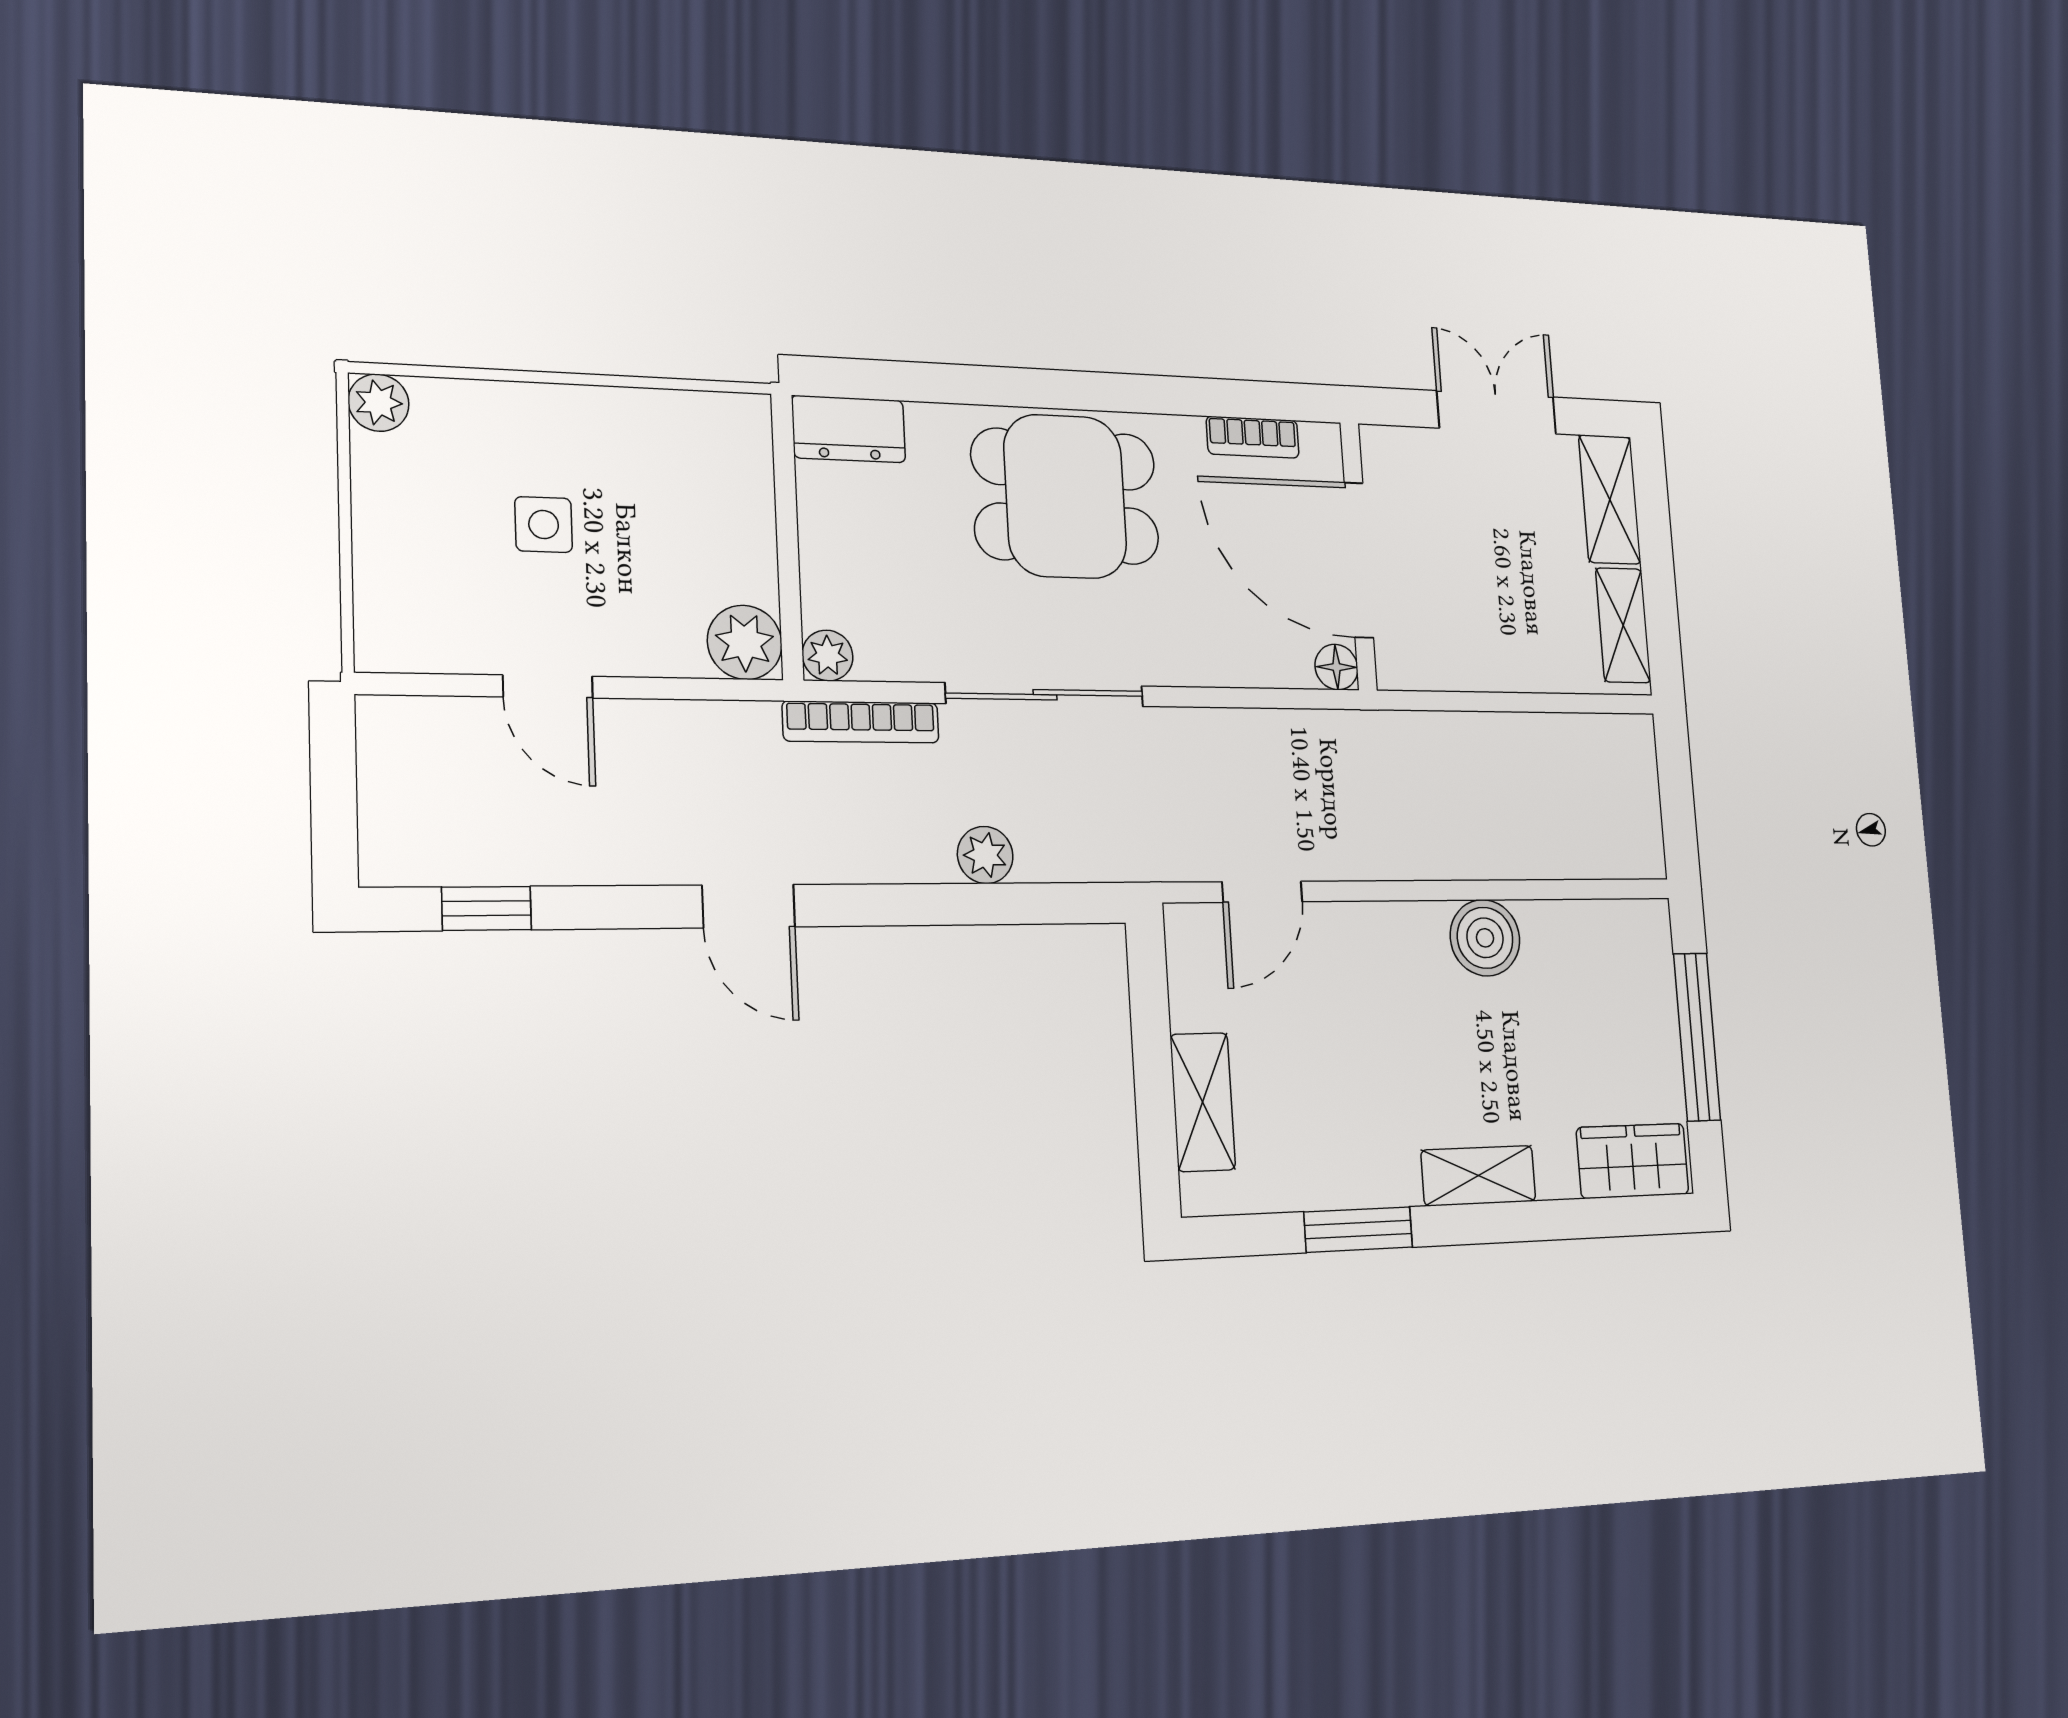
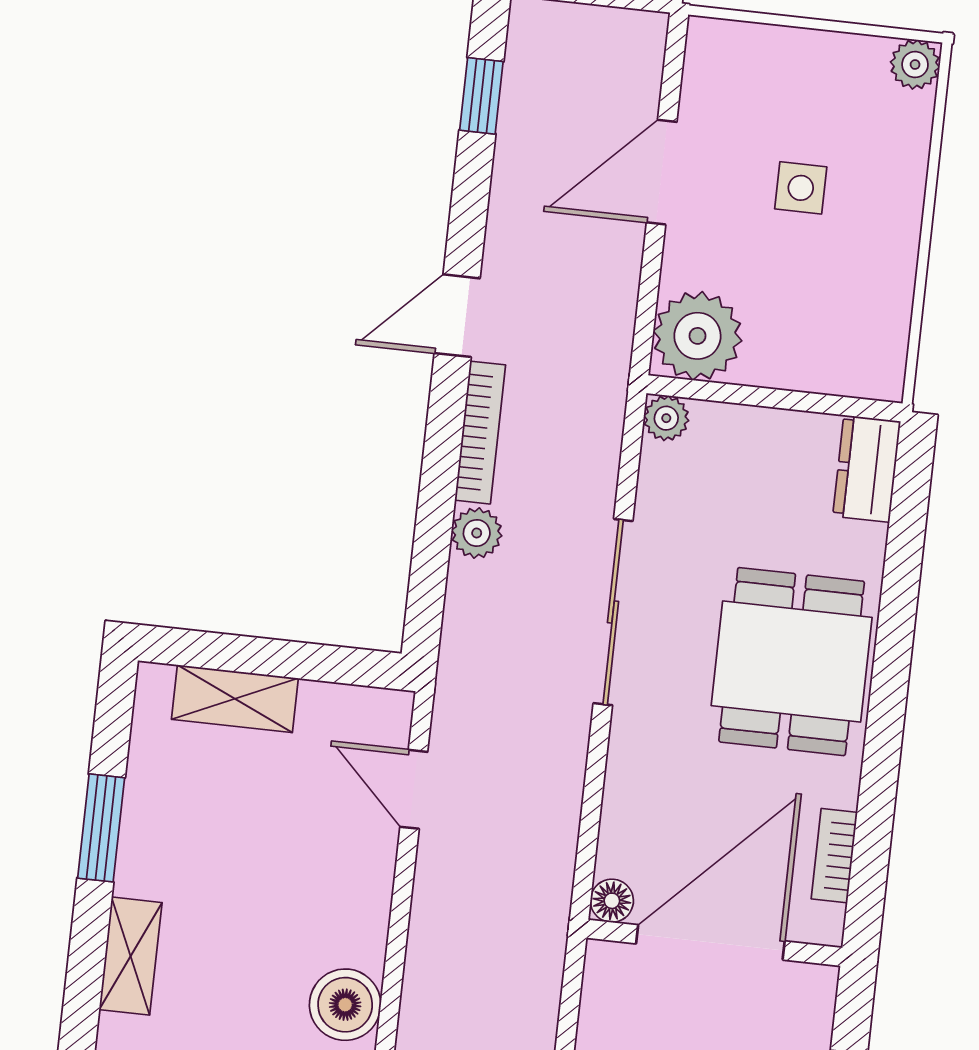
plant: (745, 642) -> (697, 336), width x1.36, depth x1.36
door: (548, 687) -> (662, 172), width x1.38
bookcase: (861, 722) -> (480, 433), moved, turned 180

